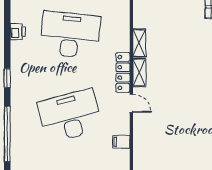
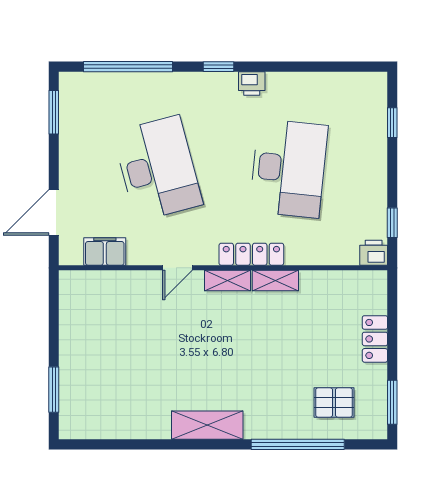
printer: (18, 32) -> (252, 83), moved
locker: (123, 72) -> (251, 254), moved
filing cabinet: (121, 142) -> (105, 251), width x2.00

